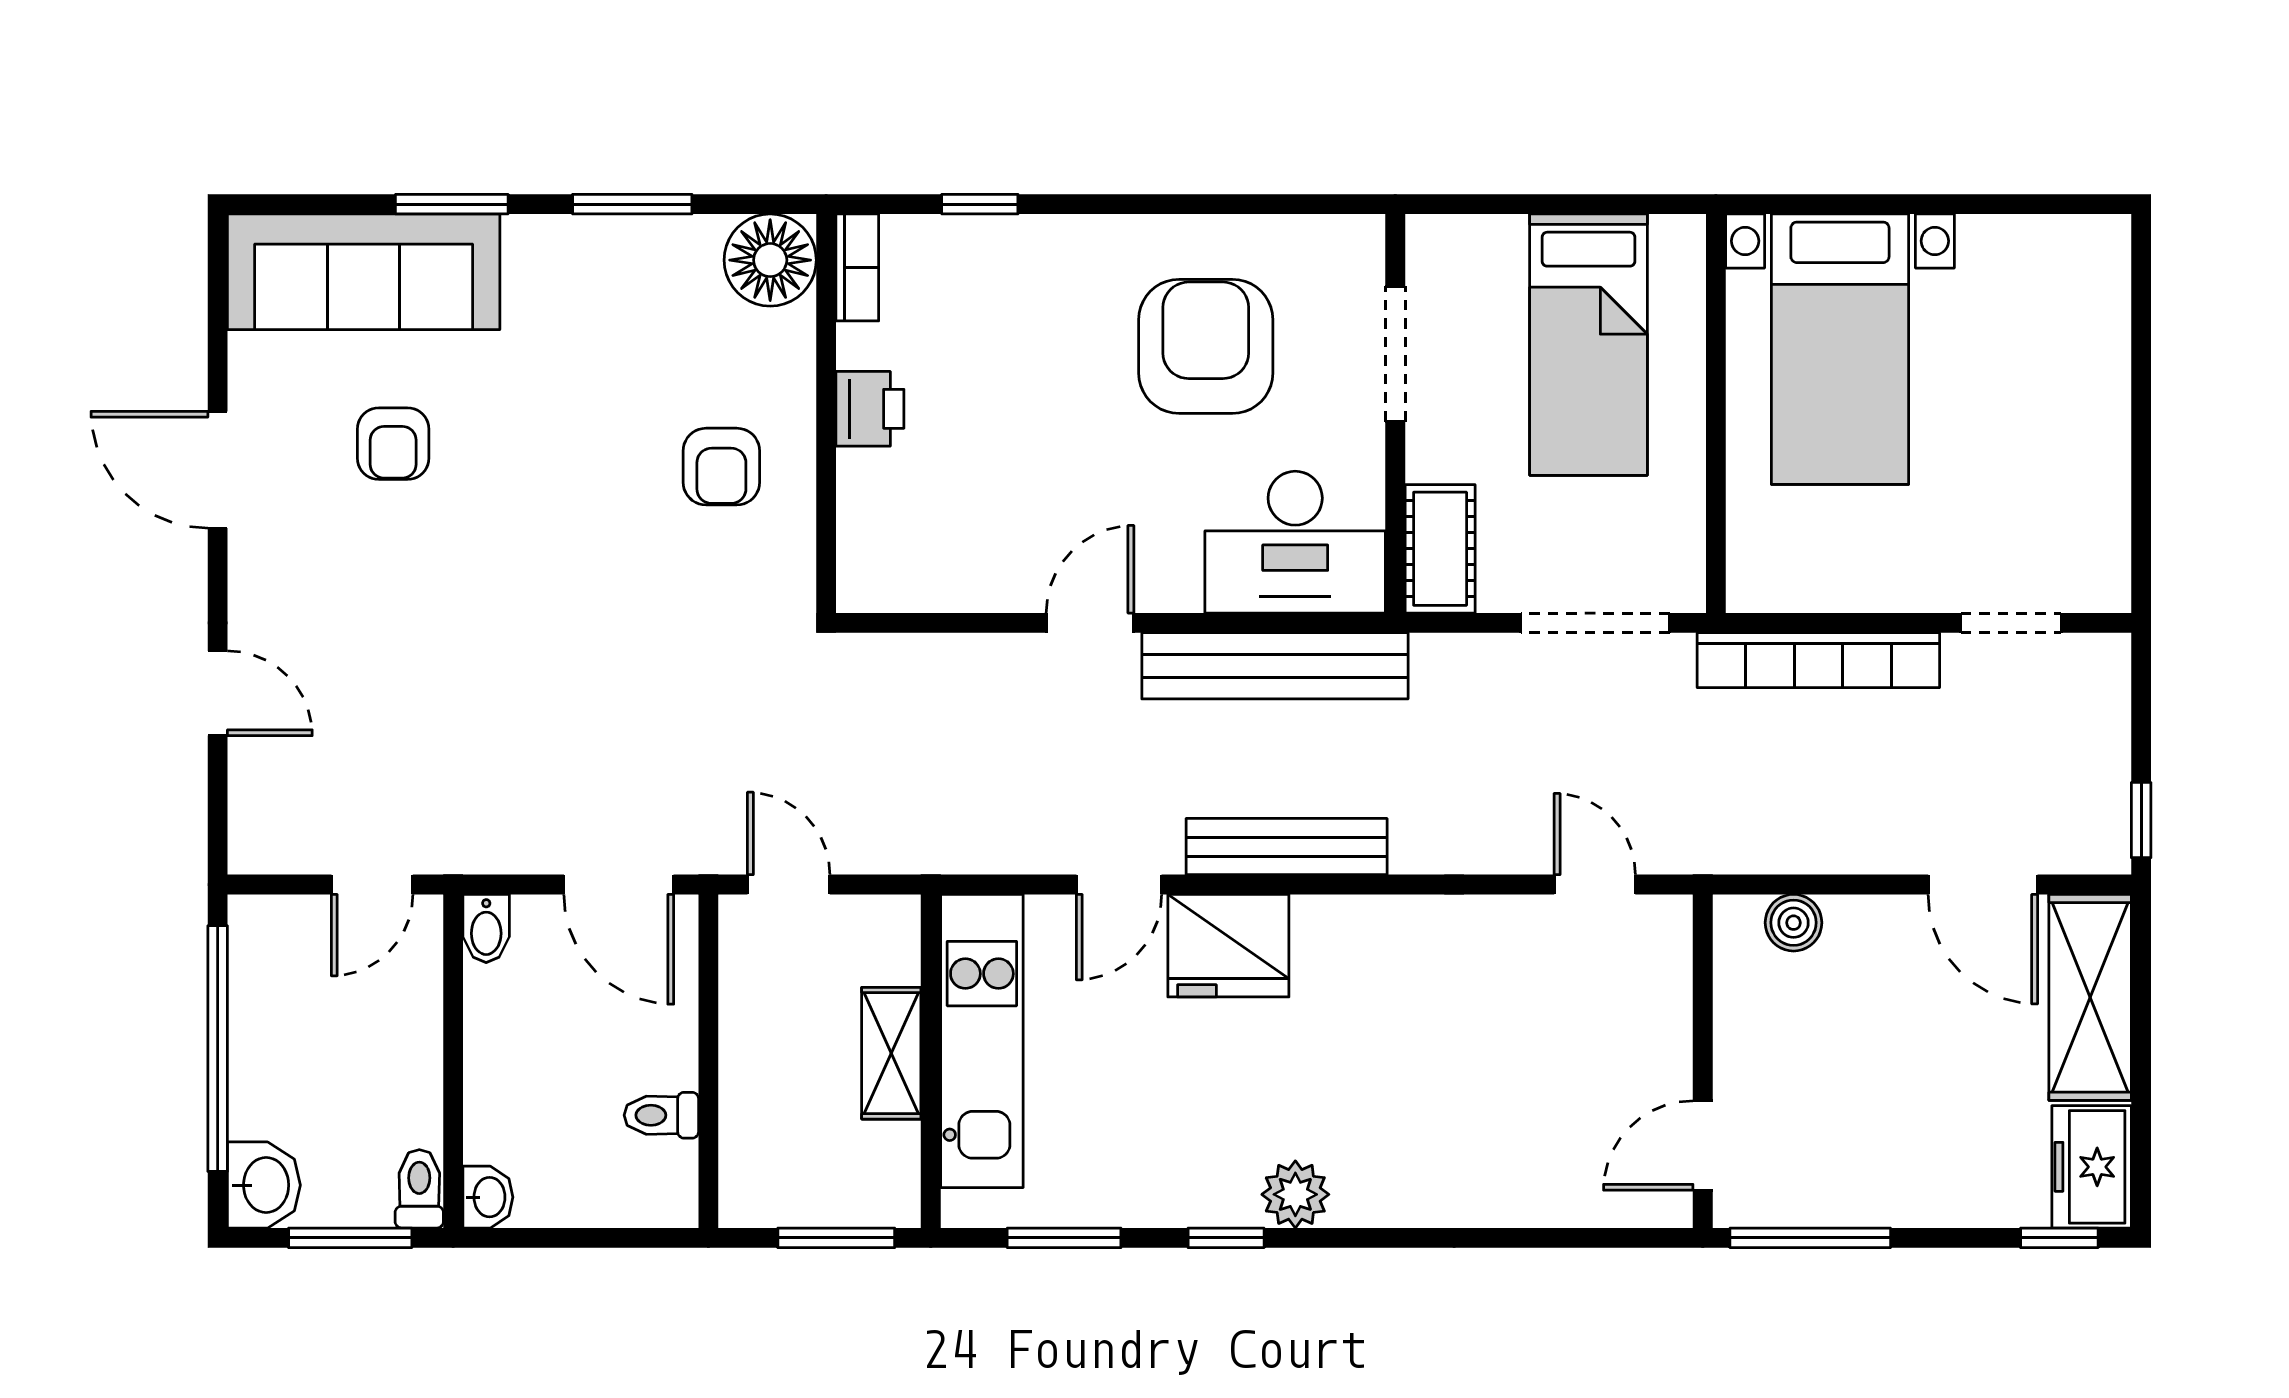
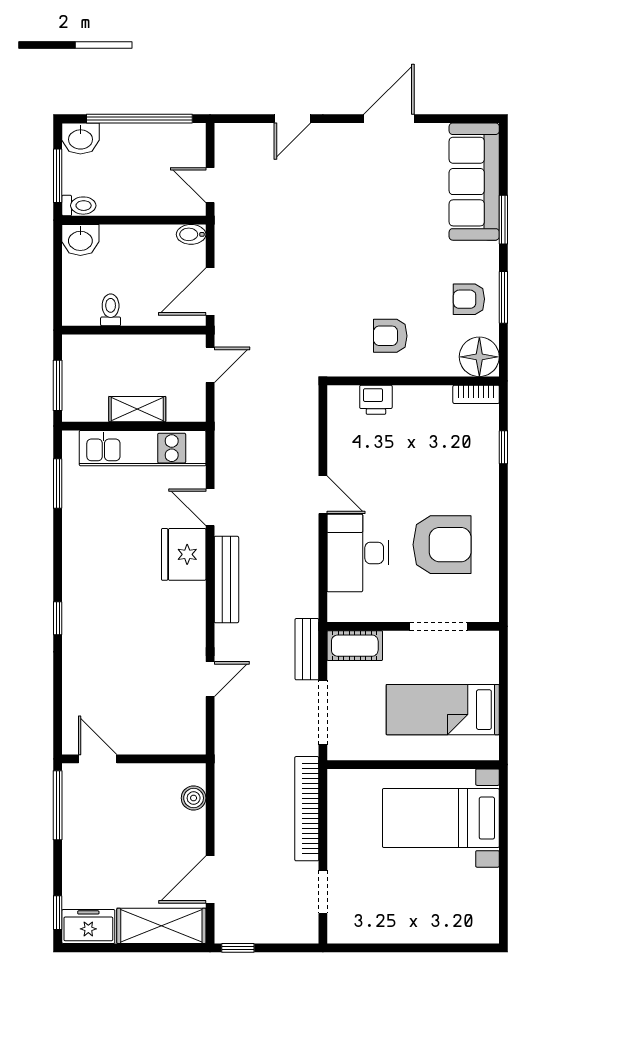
printer: (870, 409) -> (376, 400), moved
armchair: (393, 444) -> (469, 299), moved
desk: (1295, 542) -> (358, 553), moved
bench: (1275, 666) -> (307, 649), moved, width x0.54, depth x0.82
door: (1595, 885) -> (210, 679), moved
plant: (1295, 1194) -> (76, 583), removed
washbasin: (488, 1197) -> (80, 240), width x1.38, depth x1.45
window: (1226, 1238) -> (58, 618), moved

